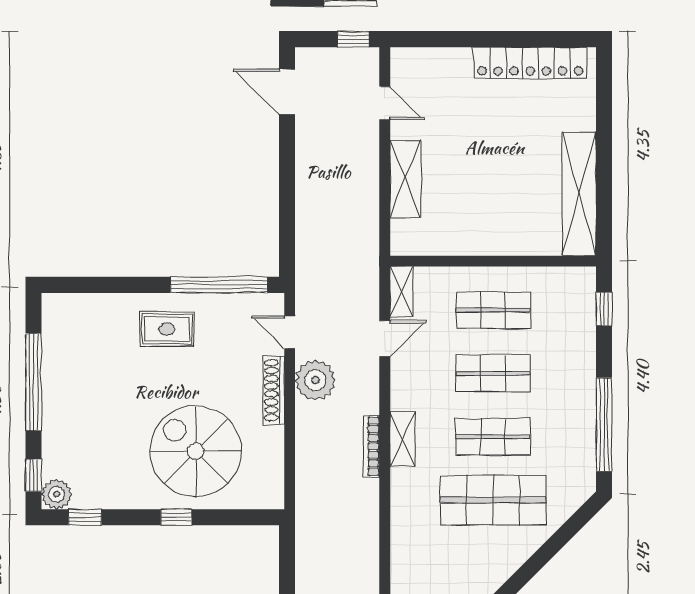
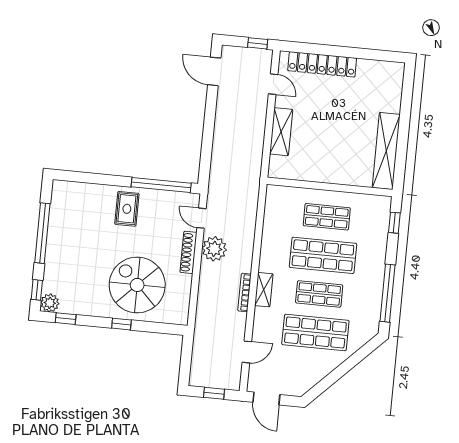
locker: (530, 63) -> (322, 64), moved
shelving: (401, 292) -> (272, 200), removed
rug: (167, 329) -> (127, 209), turned 90
door: (385, 338) -> (247, 352), moved
shop shelf: (493, 373) -> (323, 255), width x1.43, depth x1.36

